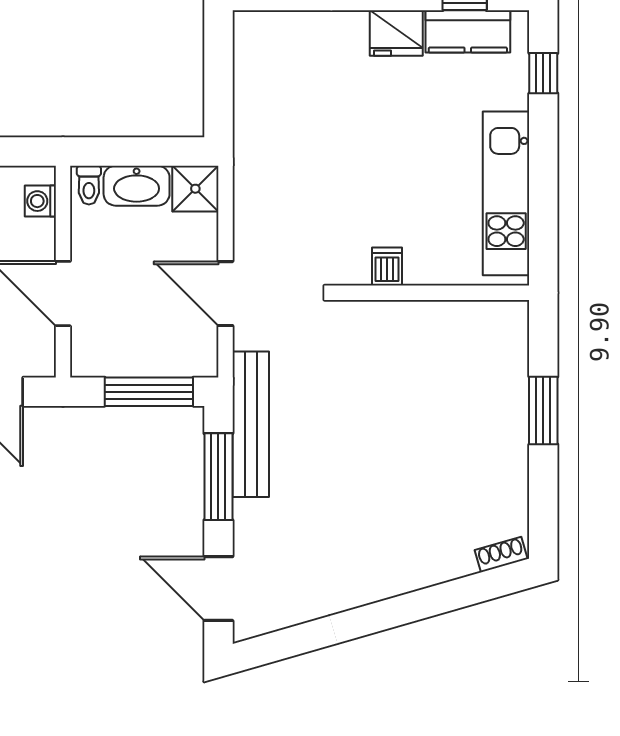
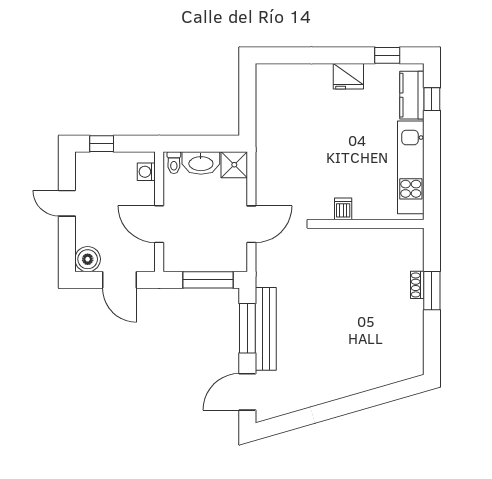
kitchen counter: (468, 31) -> (412, 95), moved, turned 90
door: (225, 294) -> (251, 224), swing flipped
bench: (251, 424) -> (266, 329), moved
shoe rack: (501, 554) -> (417, 285), moved, turned -74
door: (218, 589) -> (247, 392), hinge flipped

